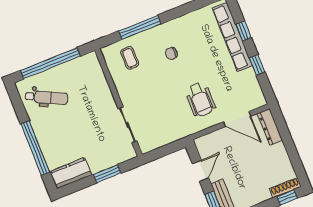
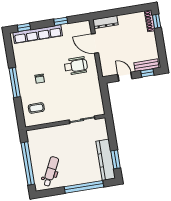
window: (140, 27) -> (15, 82), moved
window: (243, 31) -> (24, 27), moved
door: (237, 119) -> (95, 43), swing flipped
kitchen counter: (71, 173) -> (106, 160), width x1.50
window: (107, 174) -> (116, 159), moved

